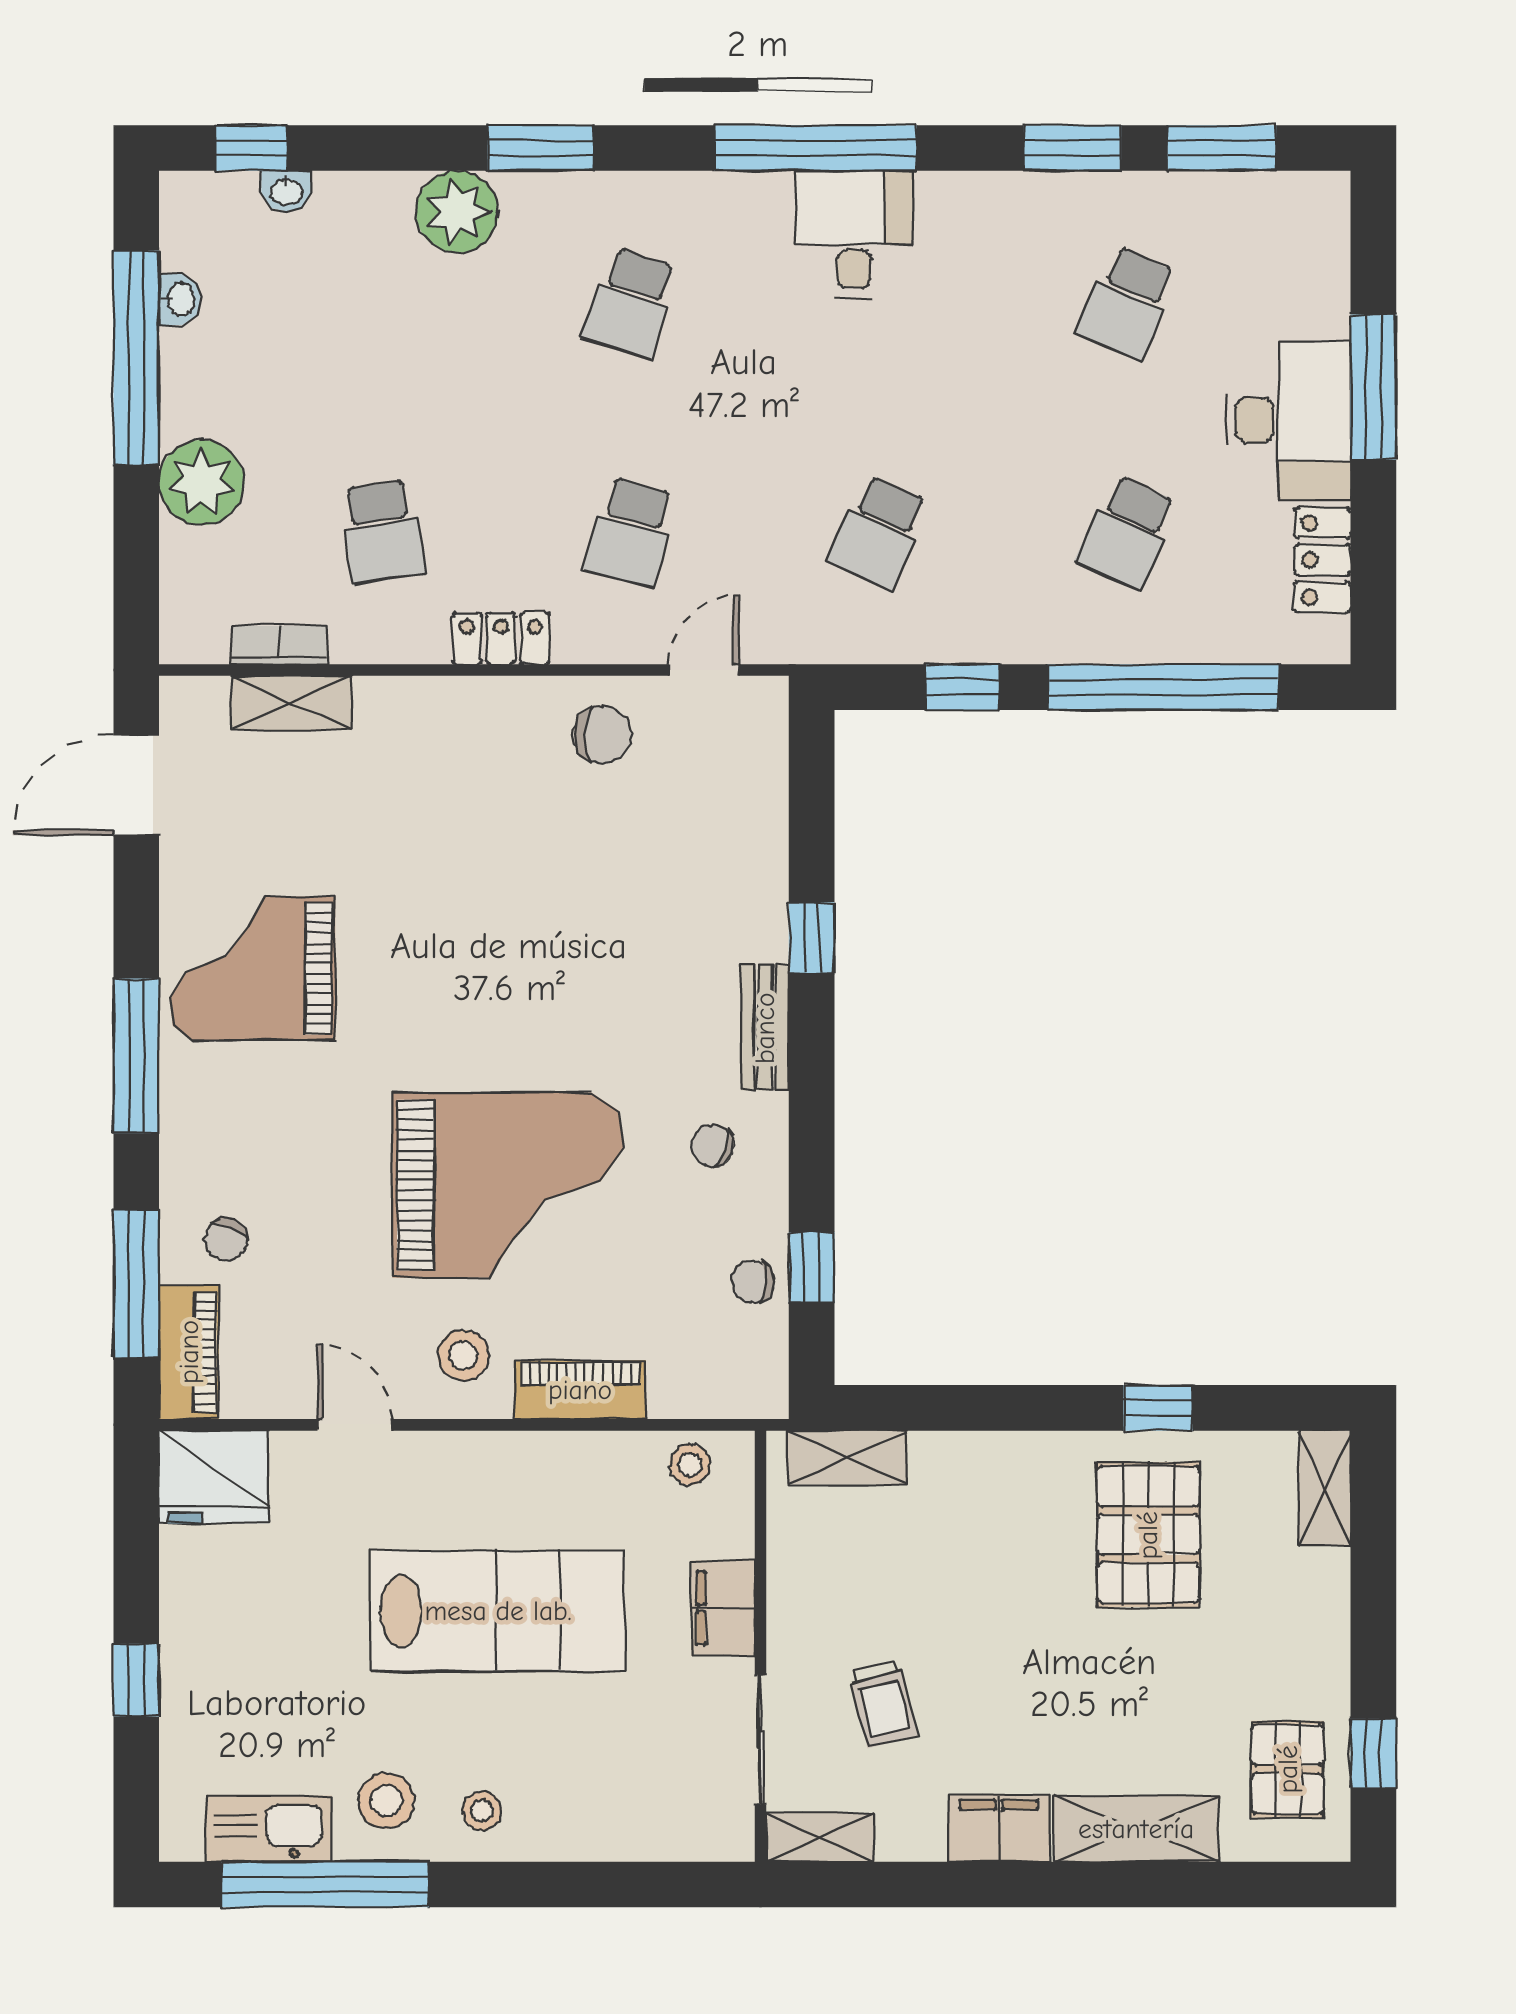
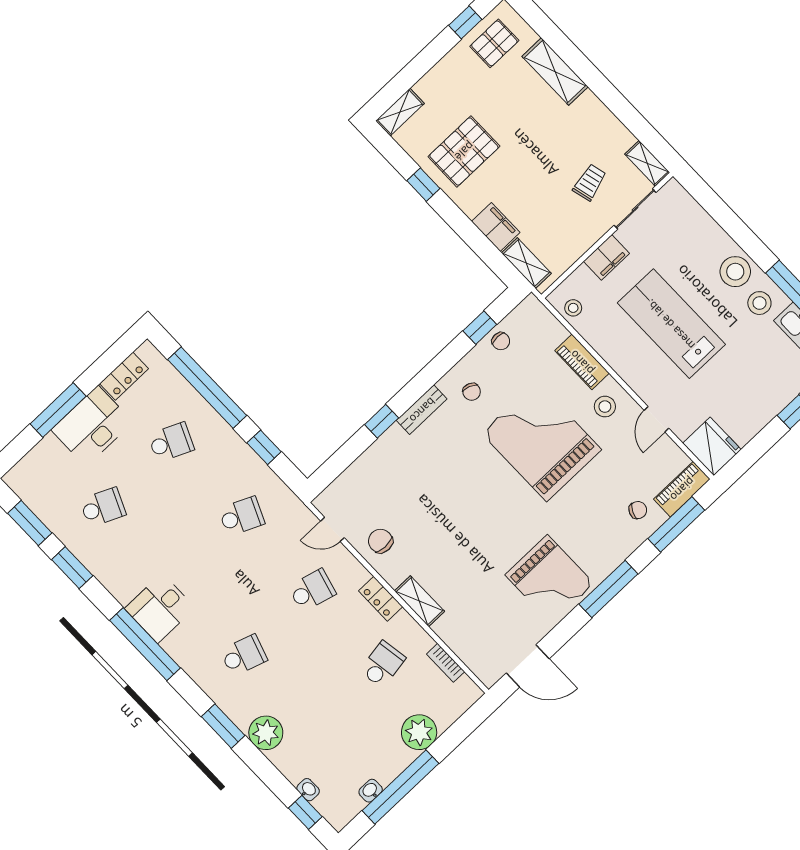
shelving: (291, 703) -> (419, 601), moved
stool: (482, 1811) -> (735, 272), width x1.89, depth x1.89
filing cabinet: (999, 1828) -> (496, 227), moved, turned 180

